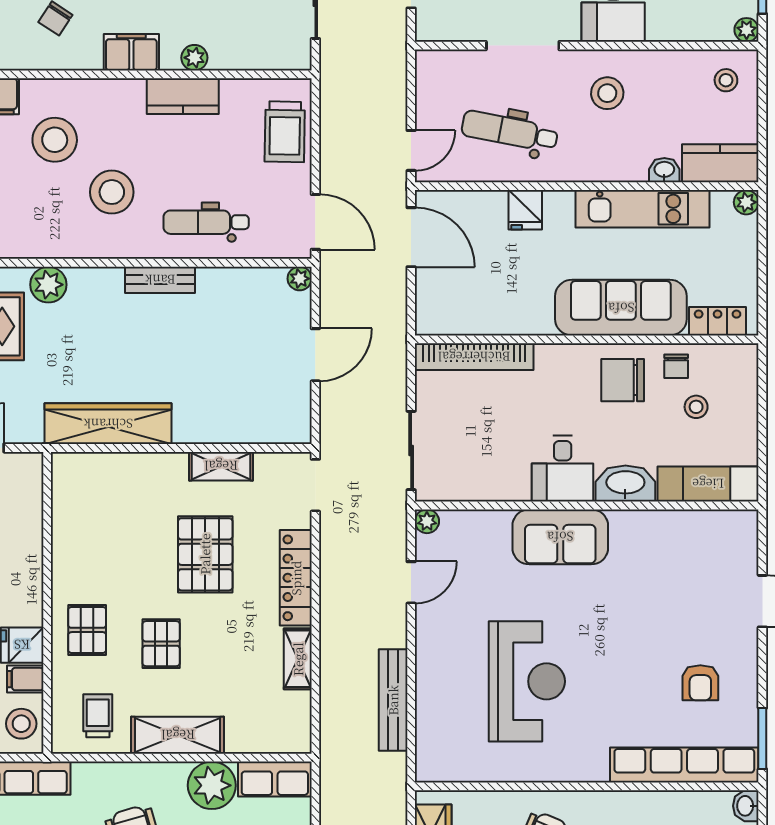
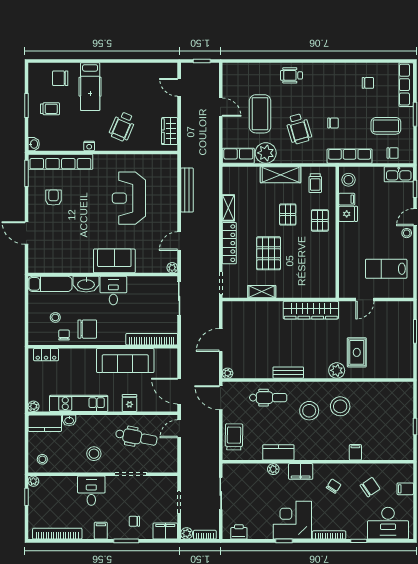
stool: (55, 140) -> (340, 406), moved
sofa: (621, 308) -> (125, 361), moved
nightstand: (618, 801) -> (89, 146), added

